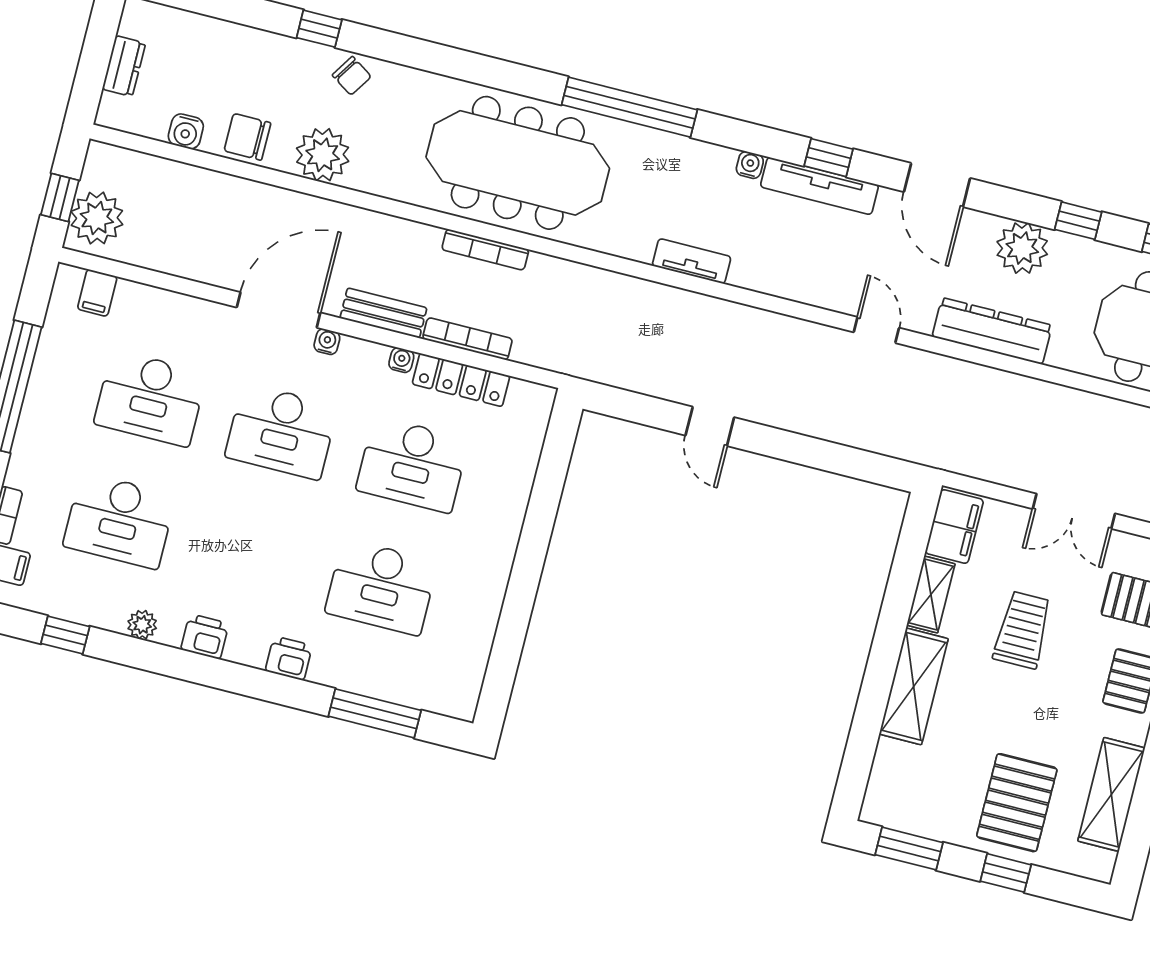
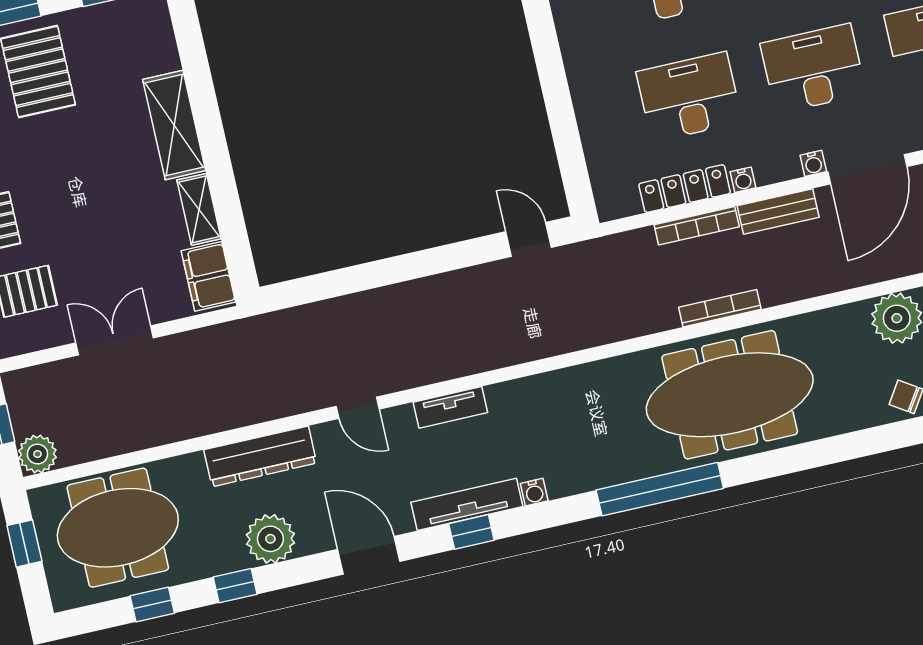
tv unit: (692, 261) -> (450, 407), moved
door: (710, 426) -> (529, 239), moved
trolley: (1022, 630) -> (107, 219), removed

